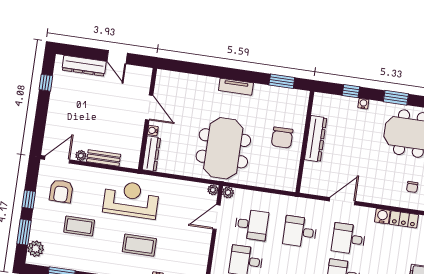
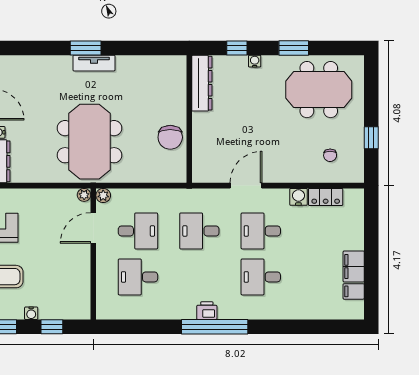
window: (282, 81) -> (86, 48), moved
chair: (282, 138) -> (170, 137), moved
dresser: (316, 139) -> (202, 83), moved

